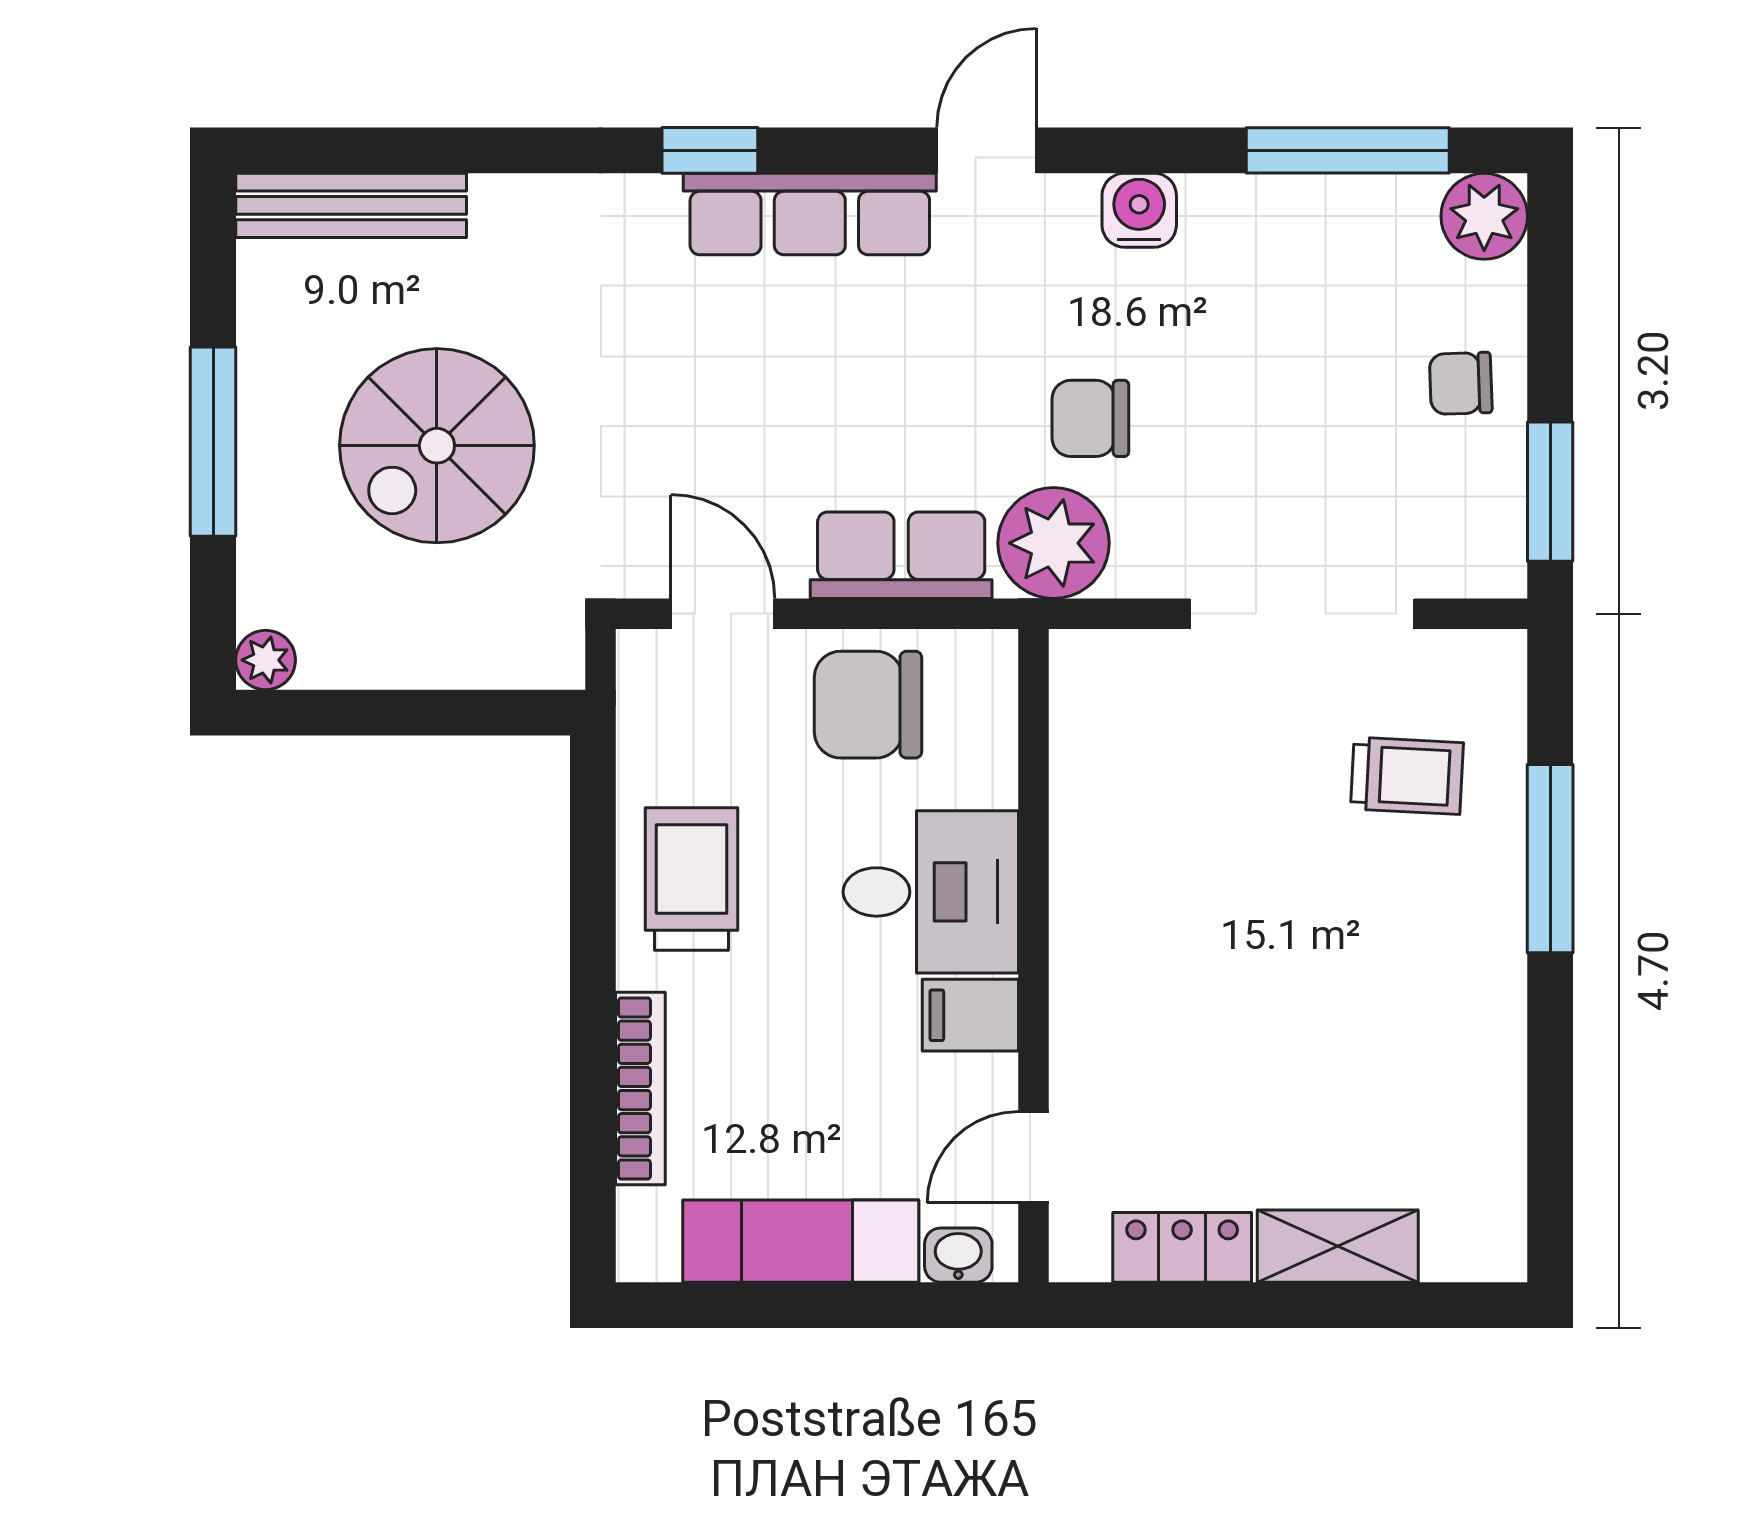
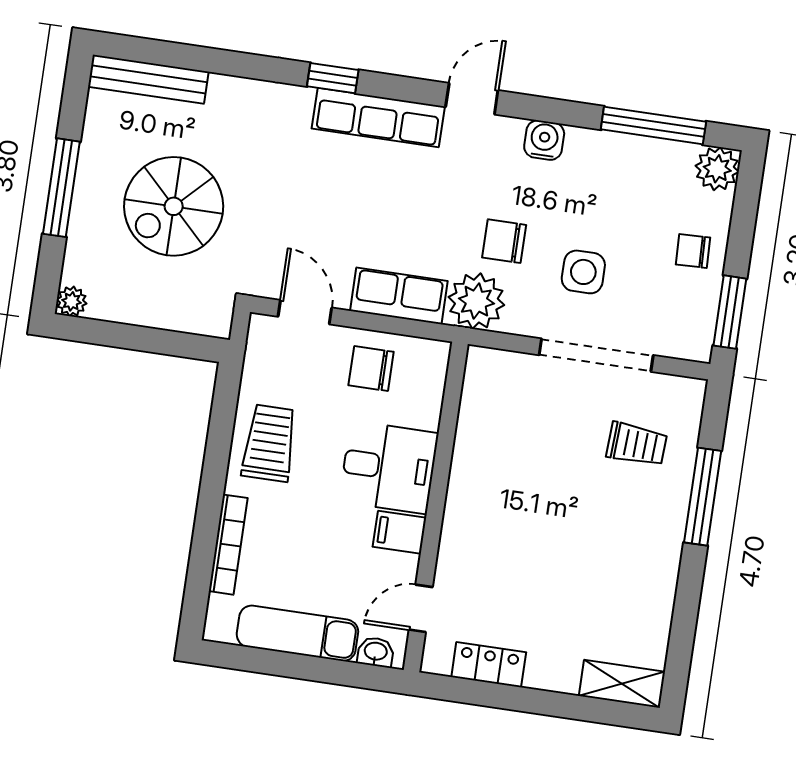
side table: (1253, 456) -> (583, 272), added
chair: (868, 705) -> (371, 369), width x0.73, depth x0.73
shelving: (1338, 1246) -> (622, 684), moved

